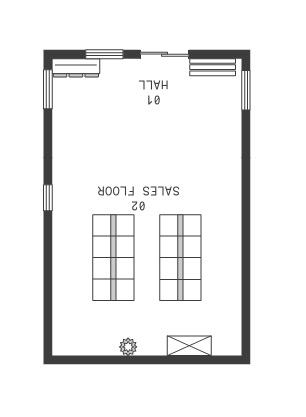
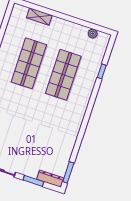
window: (48, 198) -> (102, 71), moved
plant: (128, 347) -> (93, 34), moved

